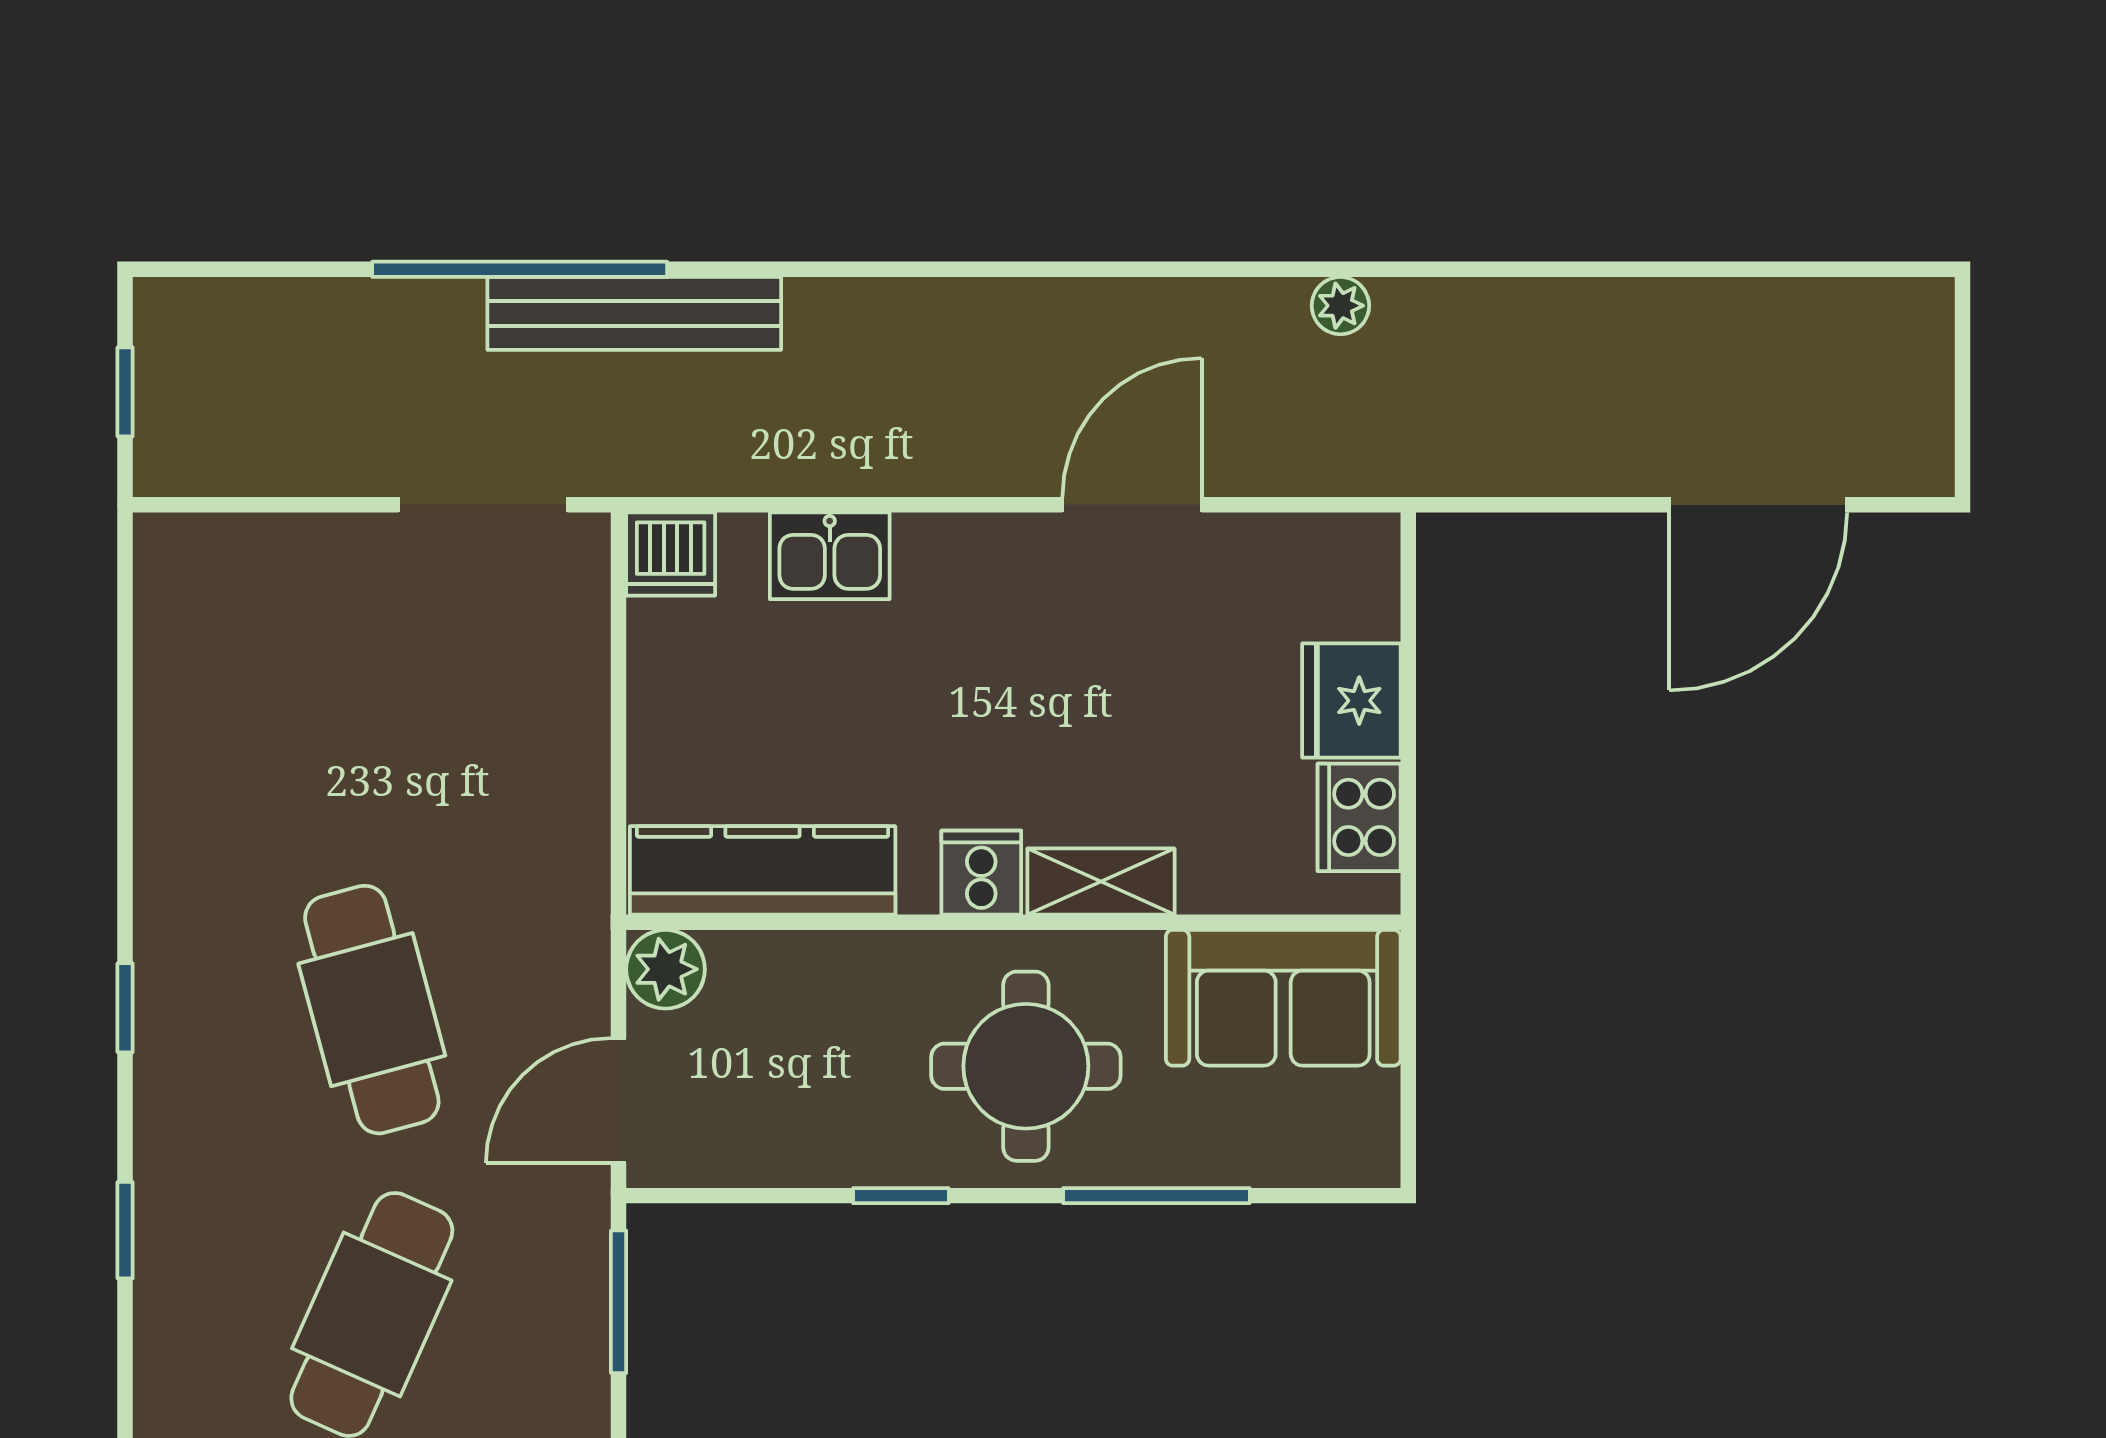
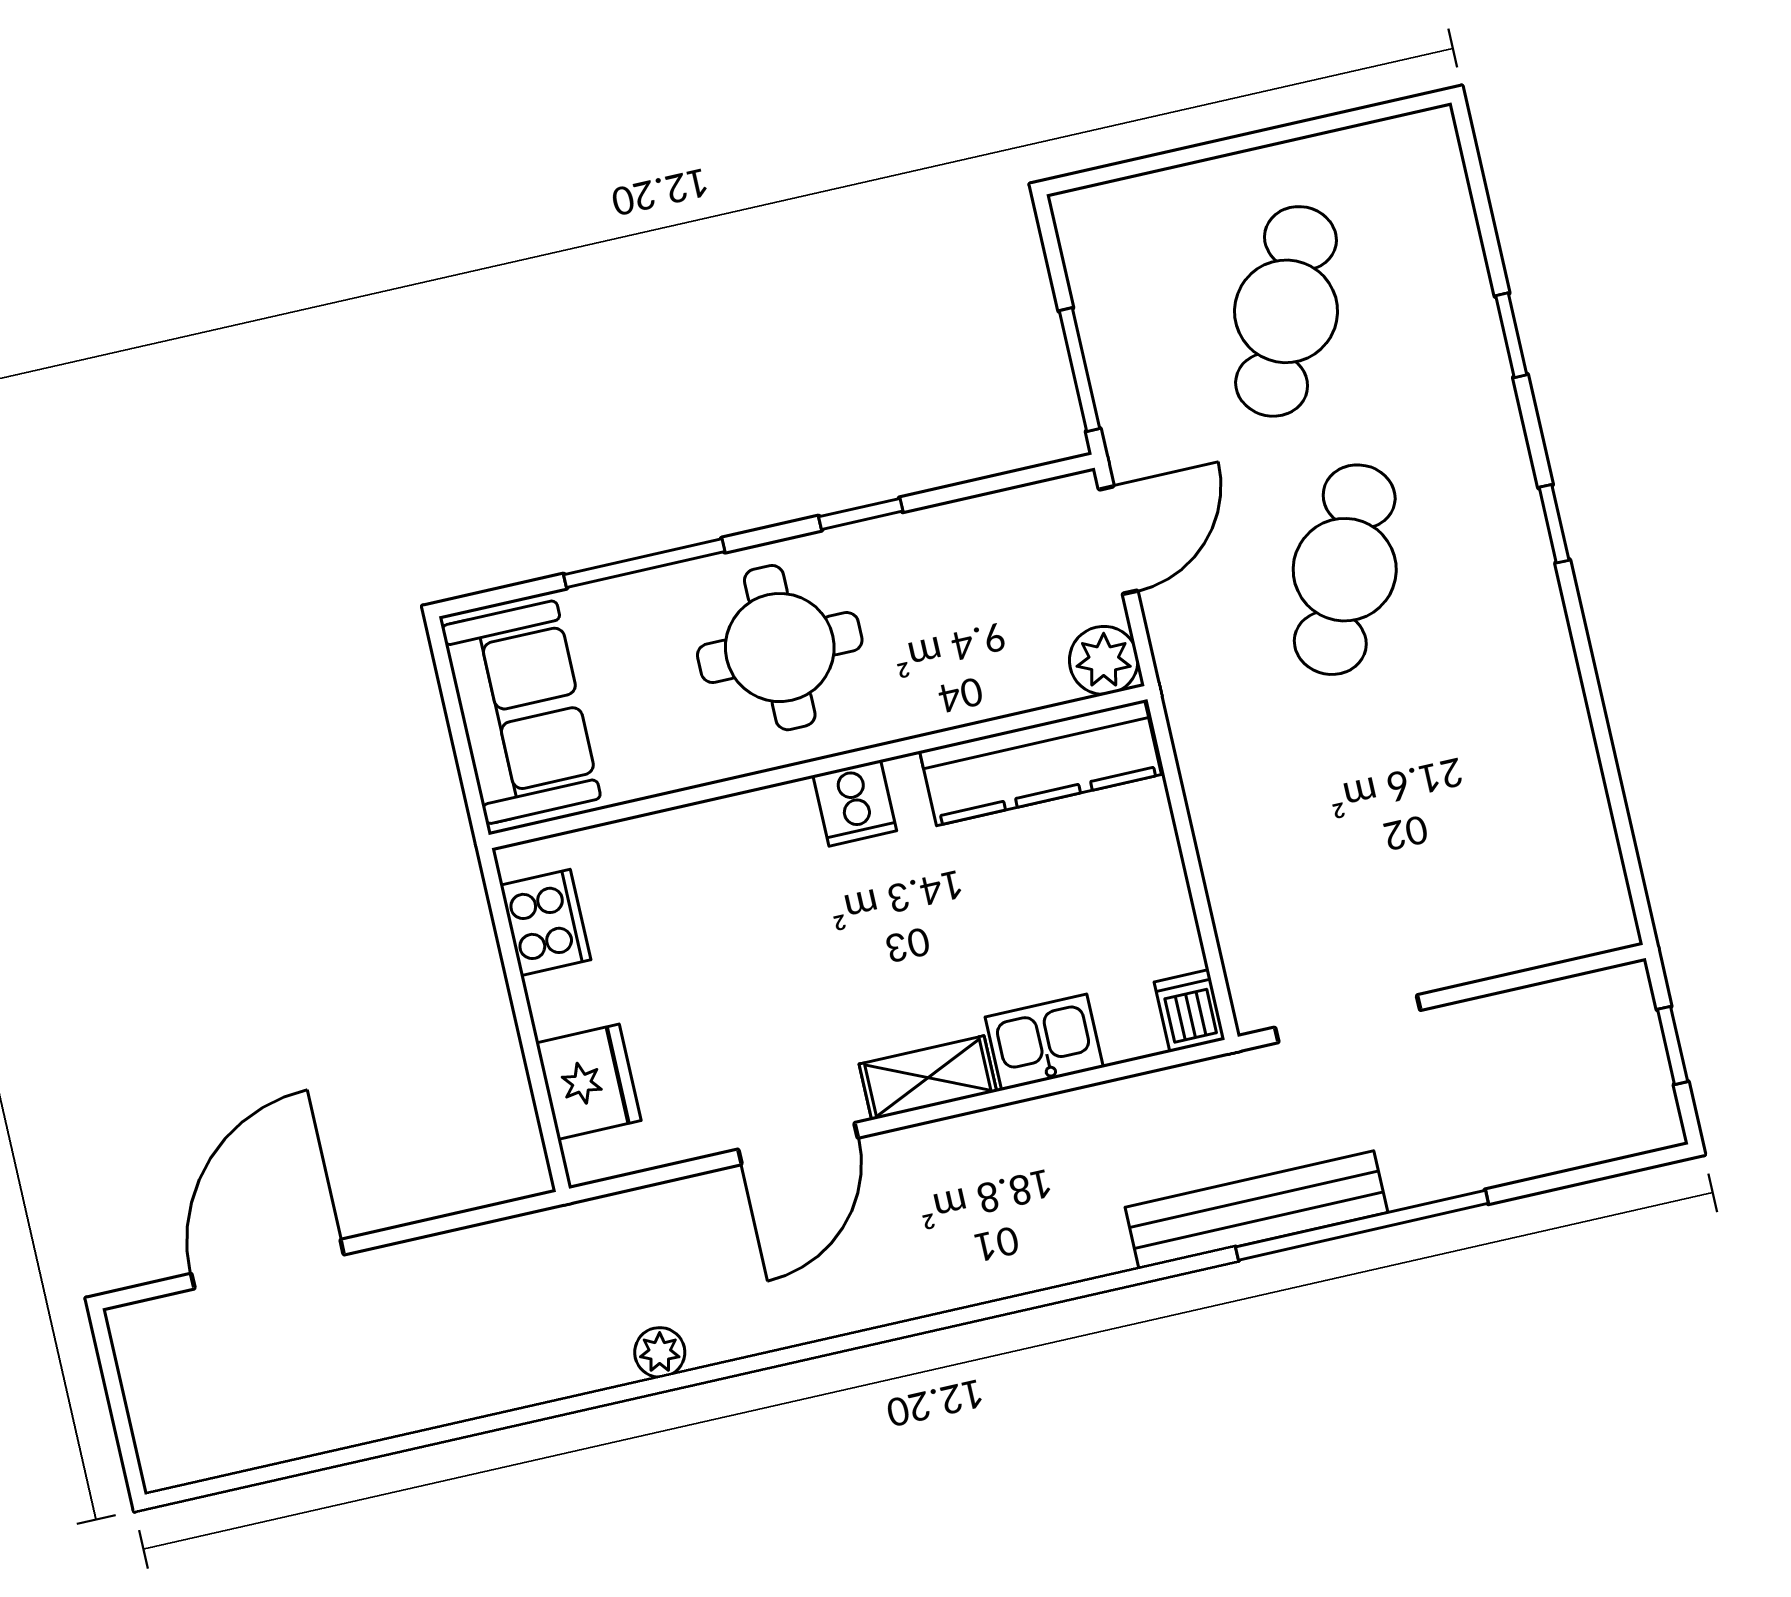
dishwasher: (671, 554) -> (1190, 1011), width x0.73
fridge: (1351, 701) -> (588, 1082), moved
shelving: (1101, 882) -> (928, 1078), moved
sofa: (1283, 998) -> (521, 712), moved, turned 90
cafe table: (372, 1010) -> (1345, 570), turned 39

